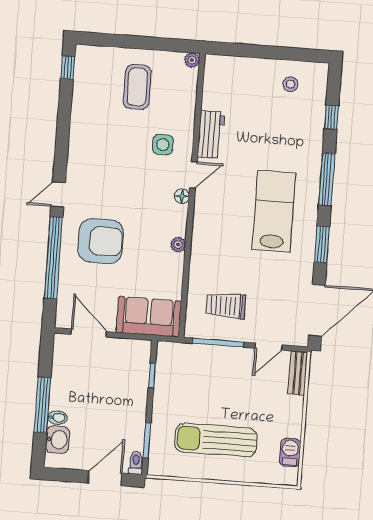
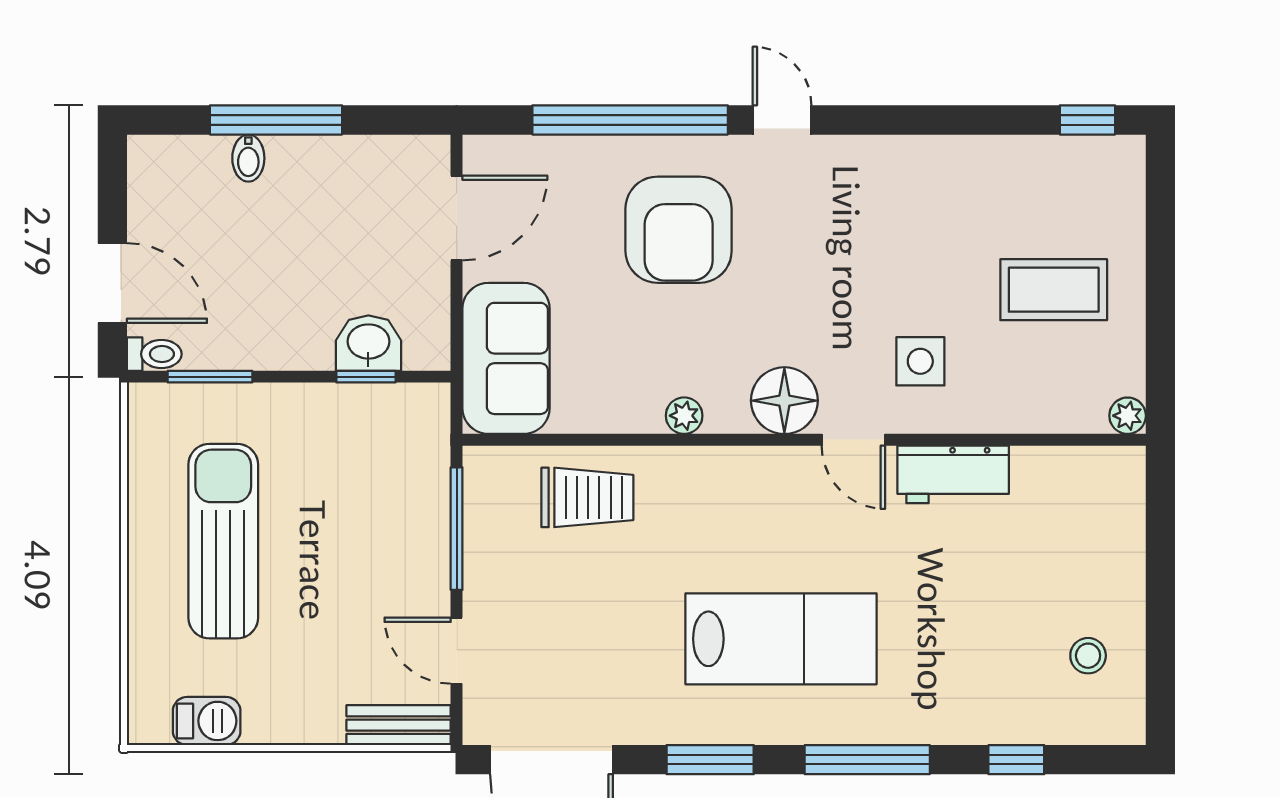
floor lamp: (182, 196) -> (784, 401), width x1.89, depth x1.89
trolley: (226, 306) -> (587, 497), moved, turned 90
washbasin: (57, 440) -> (368, 343), moved, turned 180

